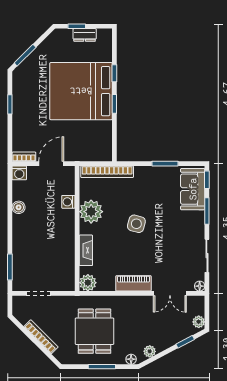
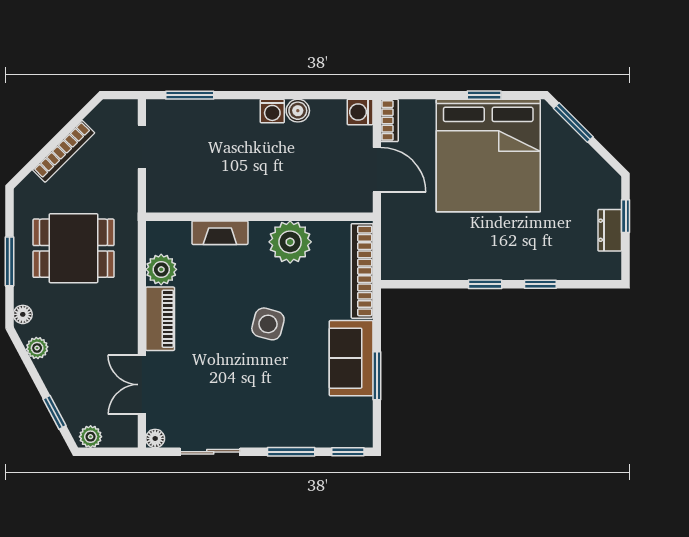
bed: (81, 91) -> (488, 156), moved, turned 180
sofa: (193, 189) -> (351, 358), moved, turned -90
washing machine: (68, 202) -> (272, 111), moved, turned 180
plant: (88, 283) -> (161, 269), moved

